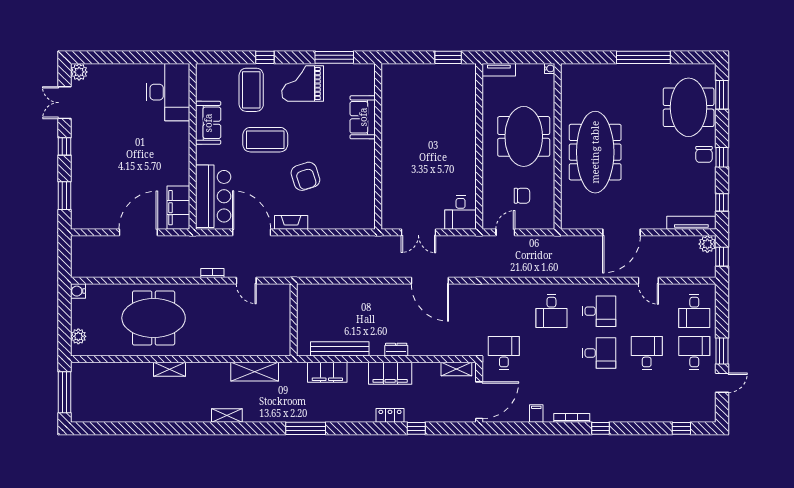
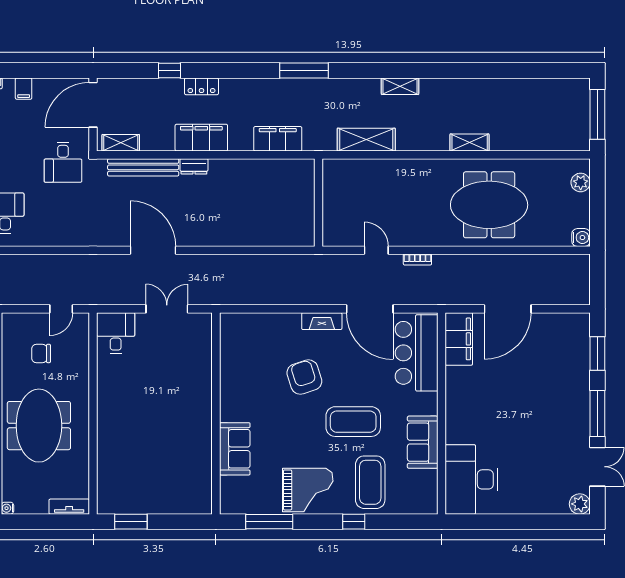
window: (65, 146) -> (597, 413), width x2.17
bench: (340, 349) -> (143, 167), moved

